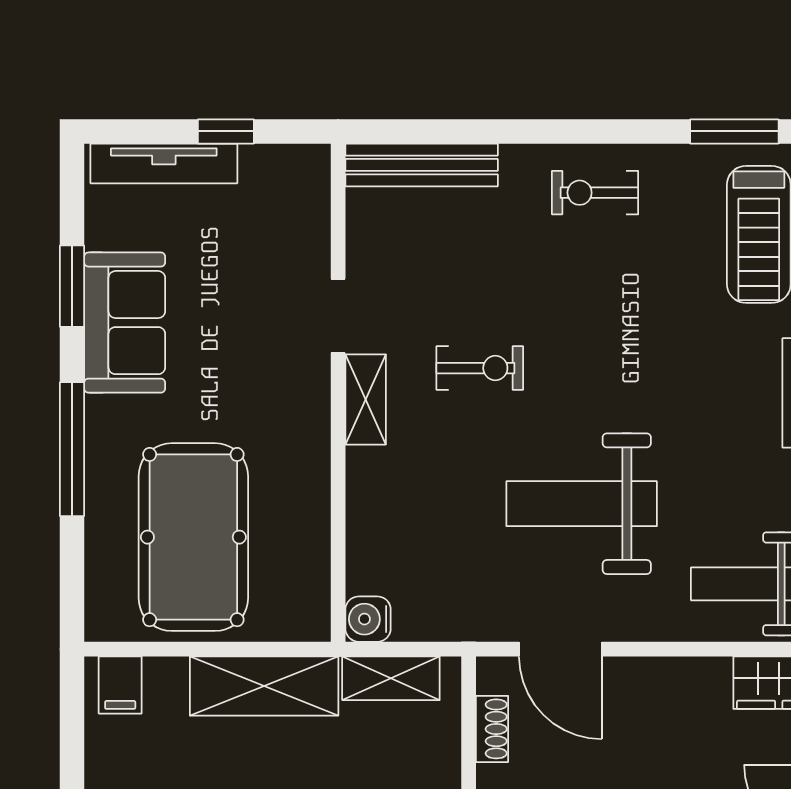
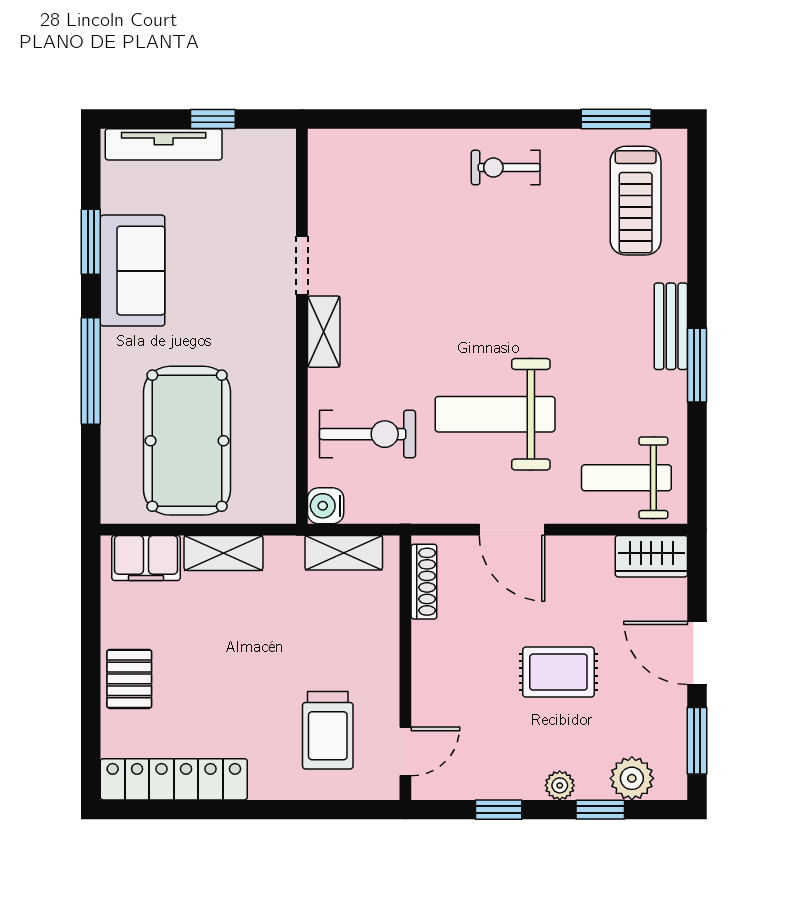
bench: (422, 165) -> (368, 145), removed
exercise bike: (480, 368) -> (367, 434), moved, width x1.38, depth x1.39
door: (560, 649) -> (512, 530), moved
filing cabinet: (120, 685) -> (146, 558), width x2.00
shelving: (264, 686) -> (223, 553), width x0.67, depth x0.75
shoe rack: (492, 729) -> (424, 582), width x1.43

